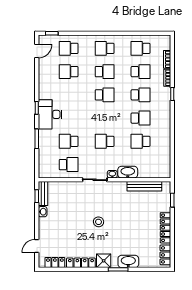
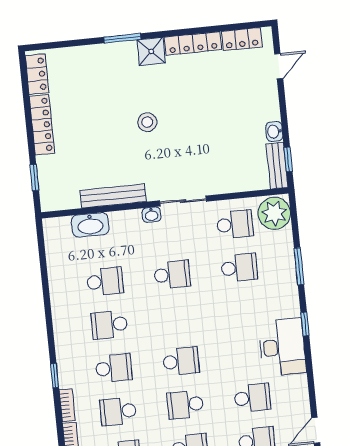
school desk: (105, 95) -> (181, 361), turned 180
school desk: (141, 95) -> (114, 368), turned 180
desk: (50, 114) -> (282, 347), moved
school desk: (69, 165) -> (235, 224), turned 180
plant: (47, 168) -> (274, 213), added
washbasin: (128, 172) -> (90, 225), moved
bench: (144, 186) -> (113, 196), moved
stool: (98, 222) -> (147, 122), moved
washbasin: (128, 261) -> (105, 55), removed

